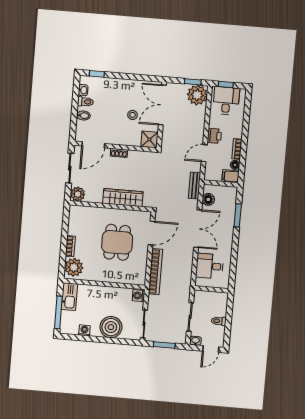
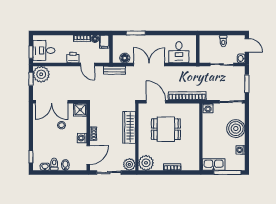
washing machine: (115, 139) -> (82, 138), added
door: (93, 145) -> (88, 155), hinge flipped
plant: (74, 267) -> (146, 163), moved

